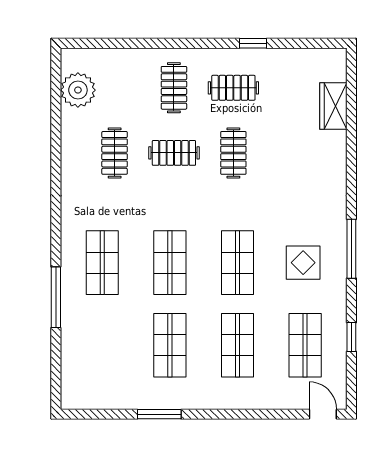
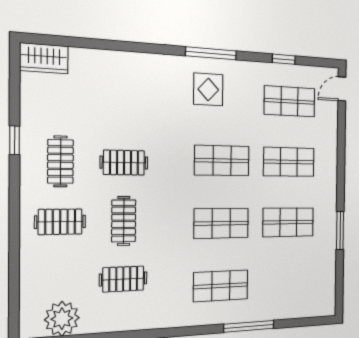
wardrobe: (333, 106) -> (44, 58), moved
display table: (303, 263) -> (208, 89), moved

